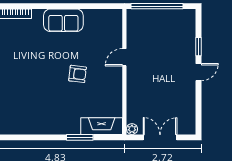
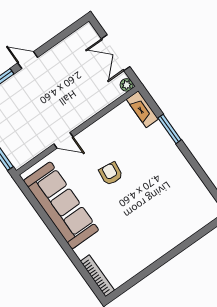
sofa: (63, 20) -> (61, 205), width x1.85, depth x1.27
fireplace: (102, 126) -> (142, 109), width x0.73, depth x0.76

